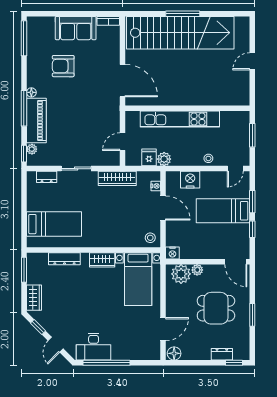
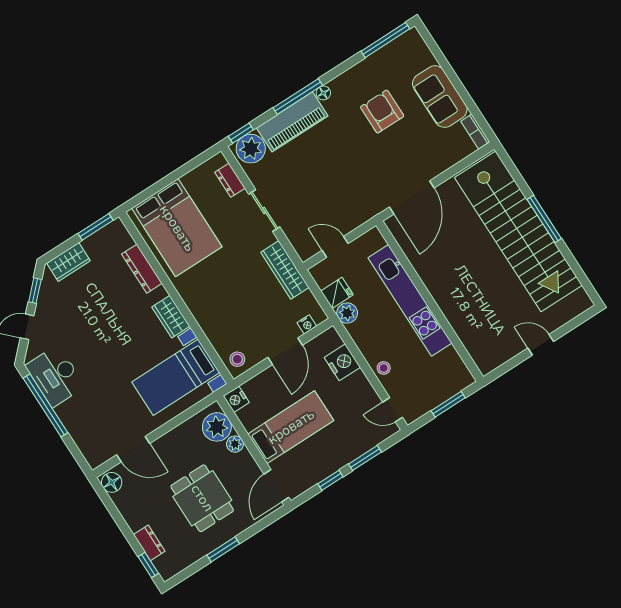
plant: (32, 149) -> (251, 149), width x1.88, depth x1.88
bed: (223, 211) -> (291, 427), moved, turned 90
bed: (54, 224) -> (177, 228), width x1.50

